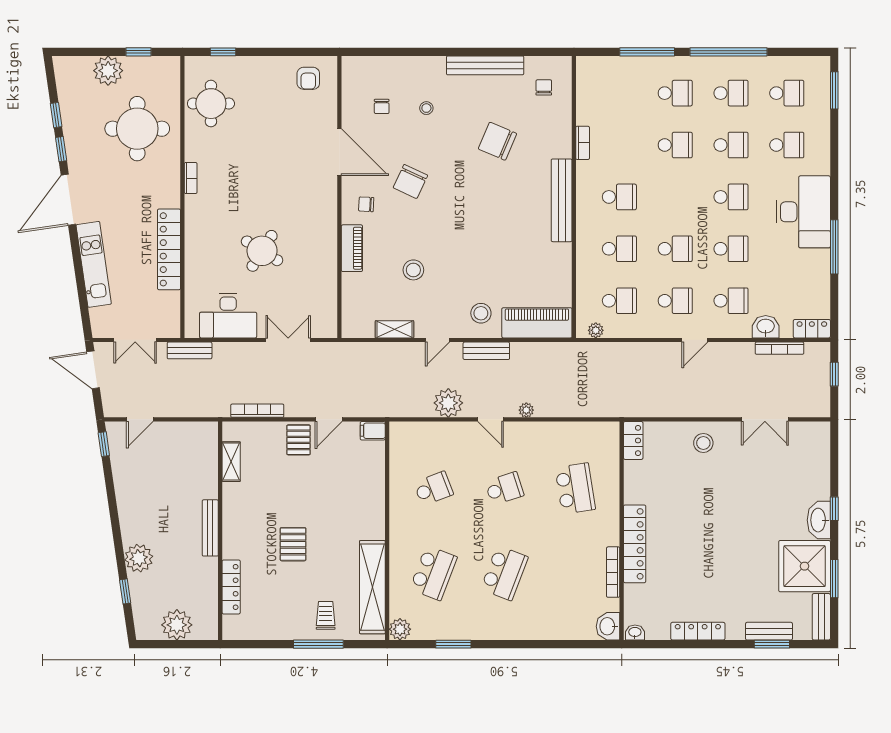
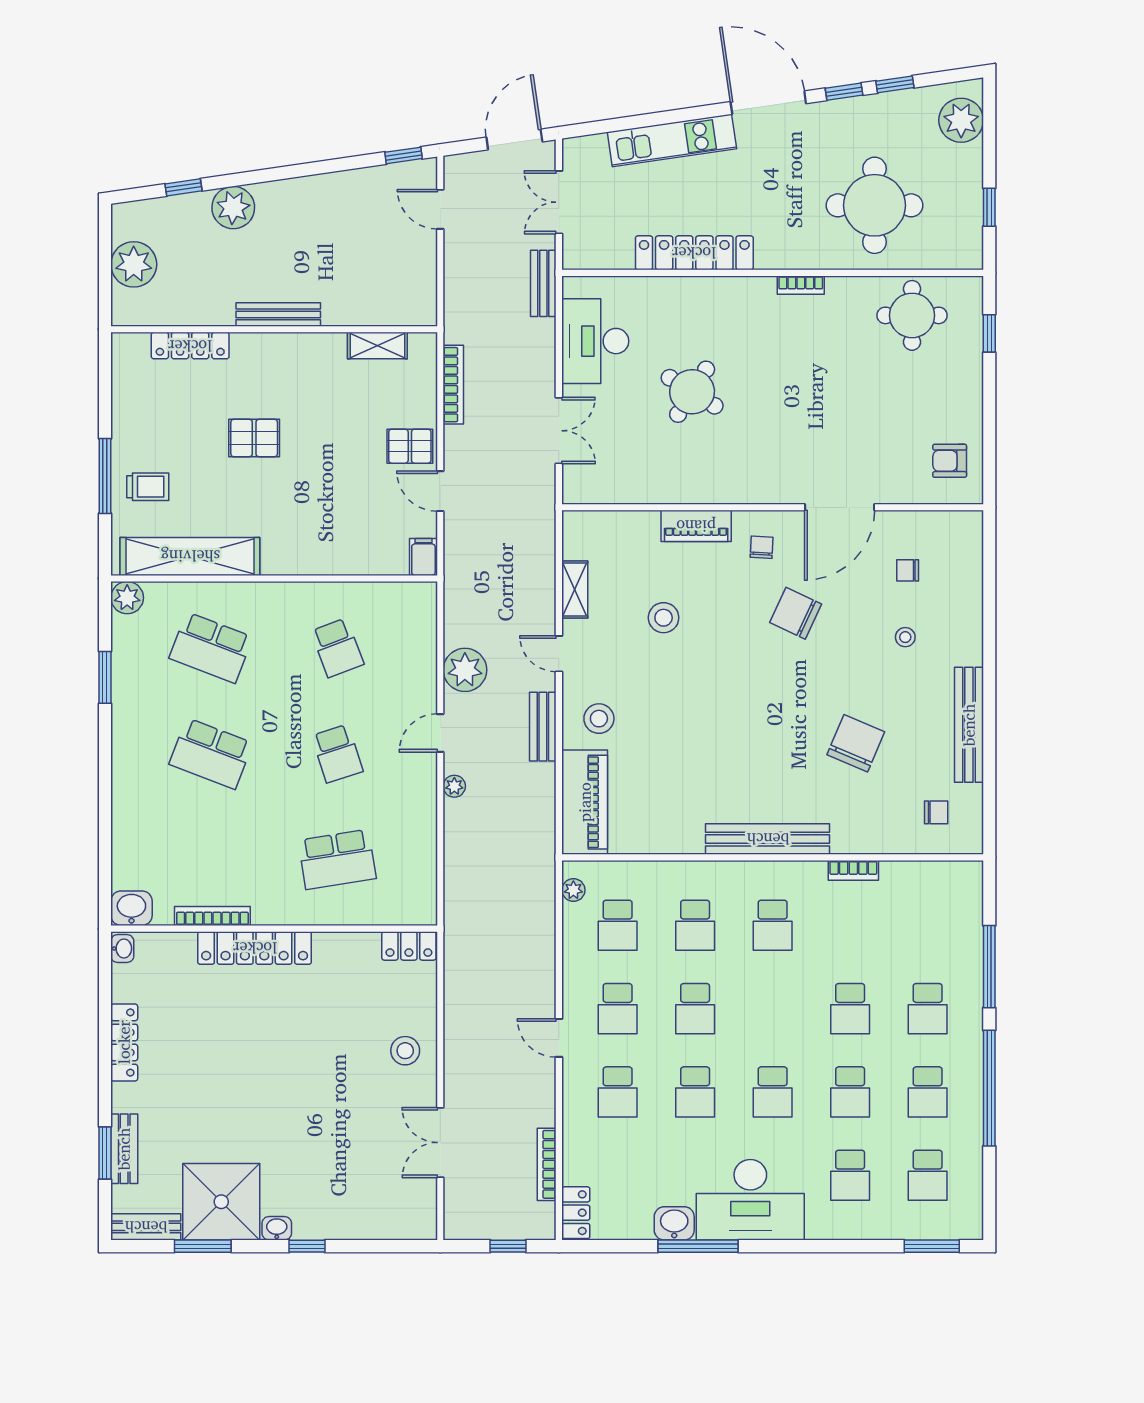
plant: (108, 71) -> (961, 120), moved
washbasin: (766, 327) -> (674, 1223), moved, turned -90
washbasin: (819, 520) -> (277, 1228), width x0.52, depth x0.69

